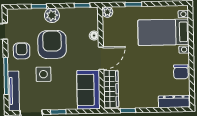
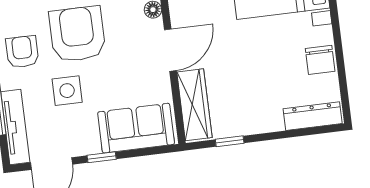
sofa: (88, 90) -> (136, 128), moved, turned 90

